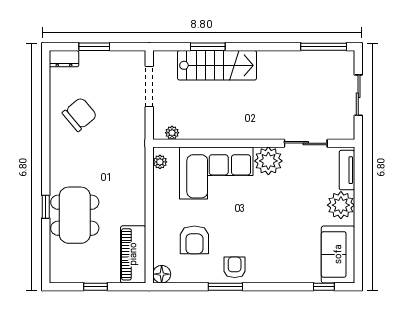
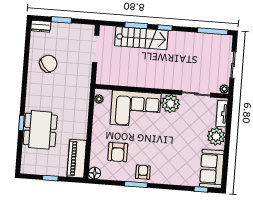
window: (251, 47) -> (165, 28), added
plant: (172, 133) -> (224, 89), moved

